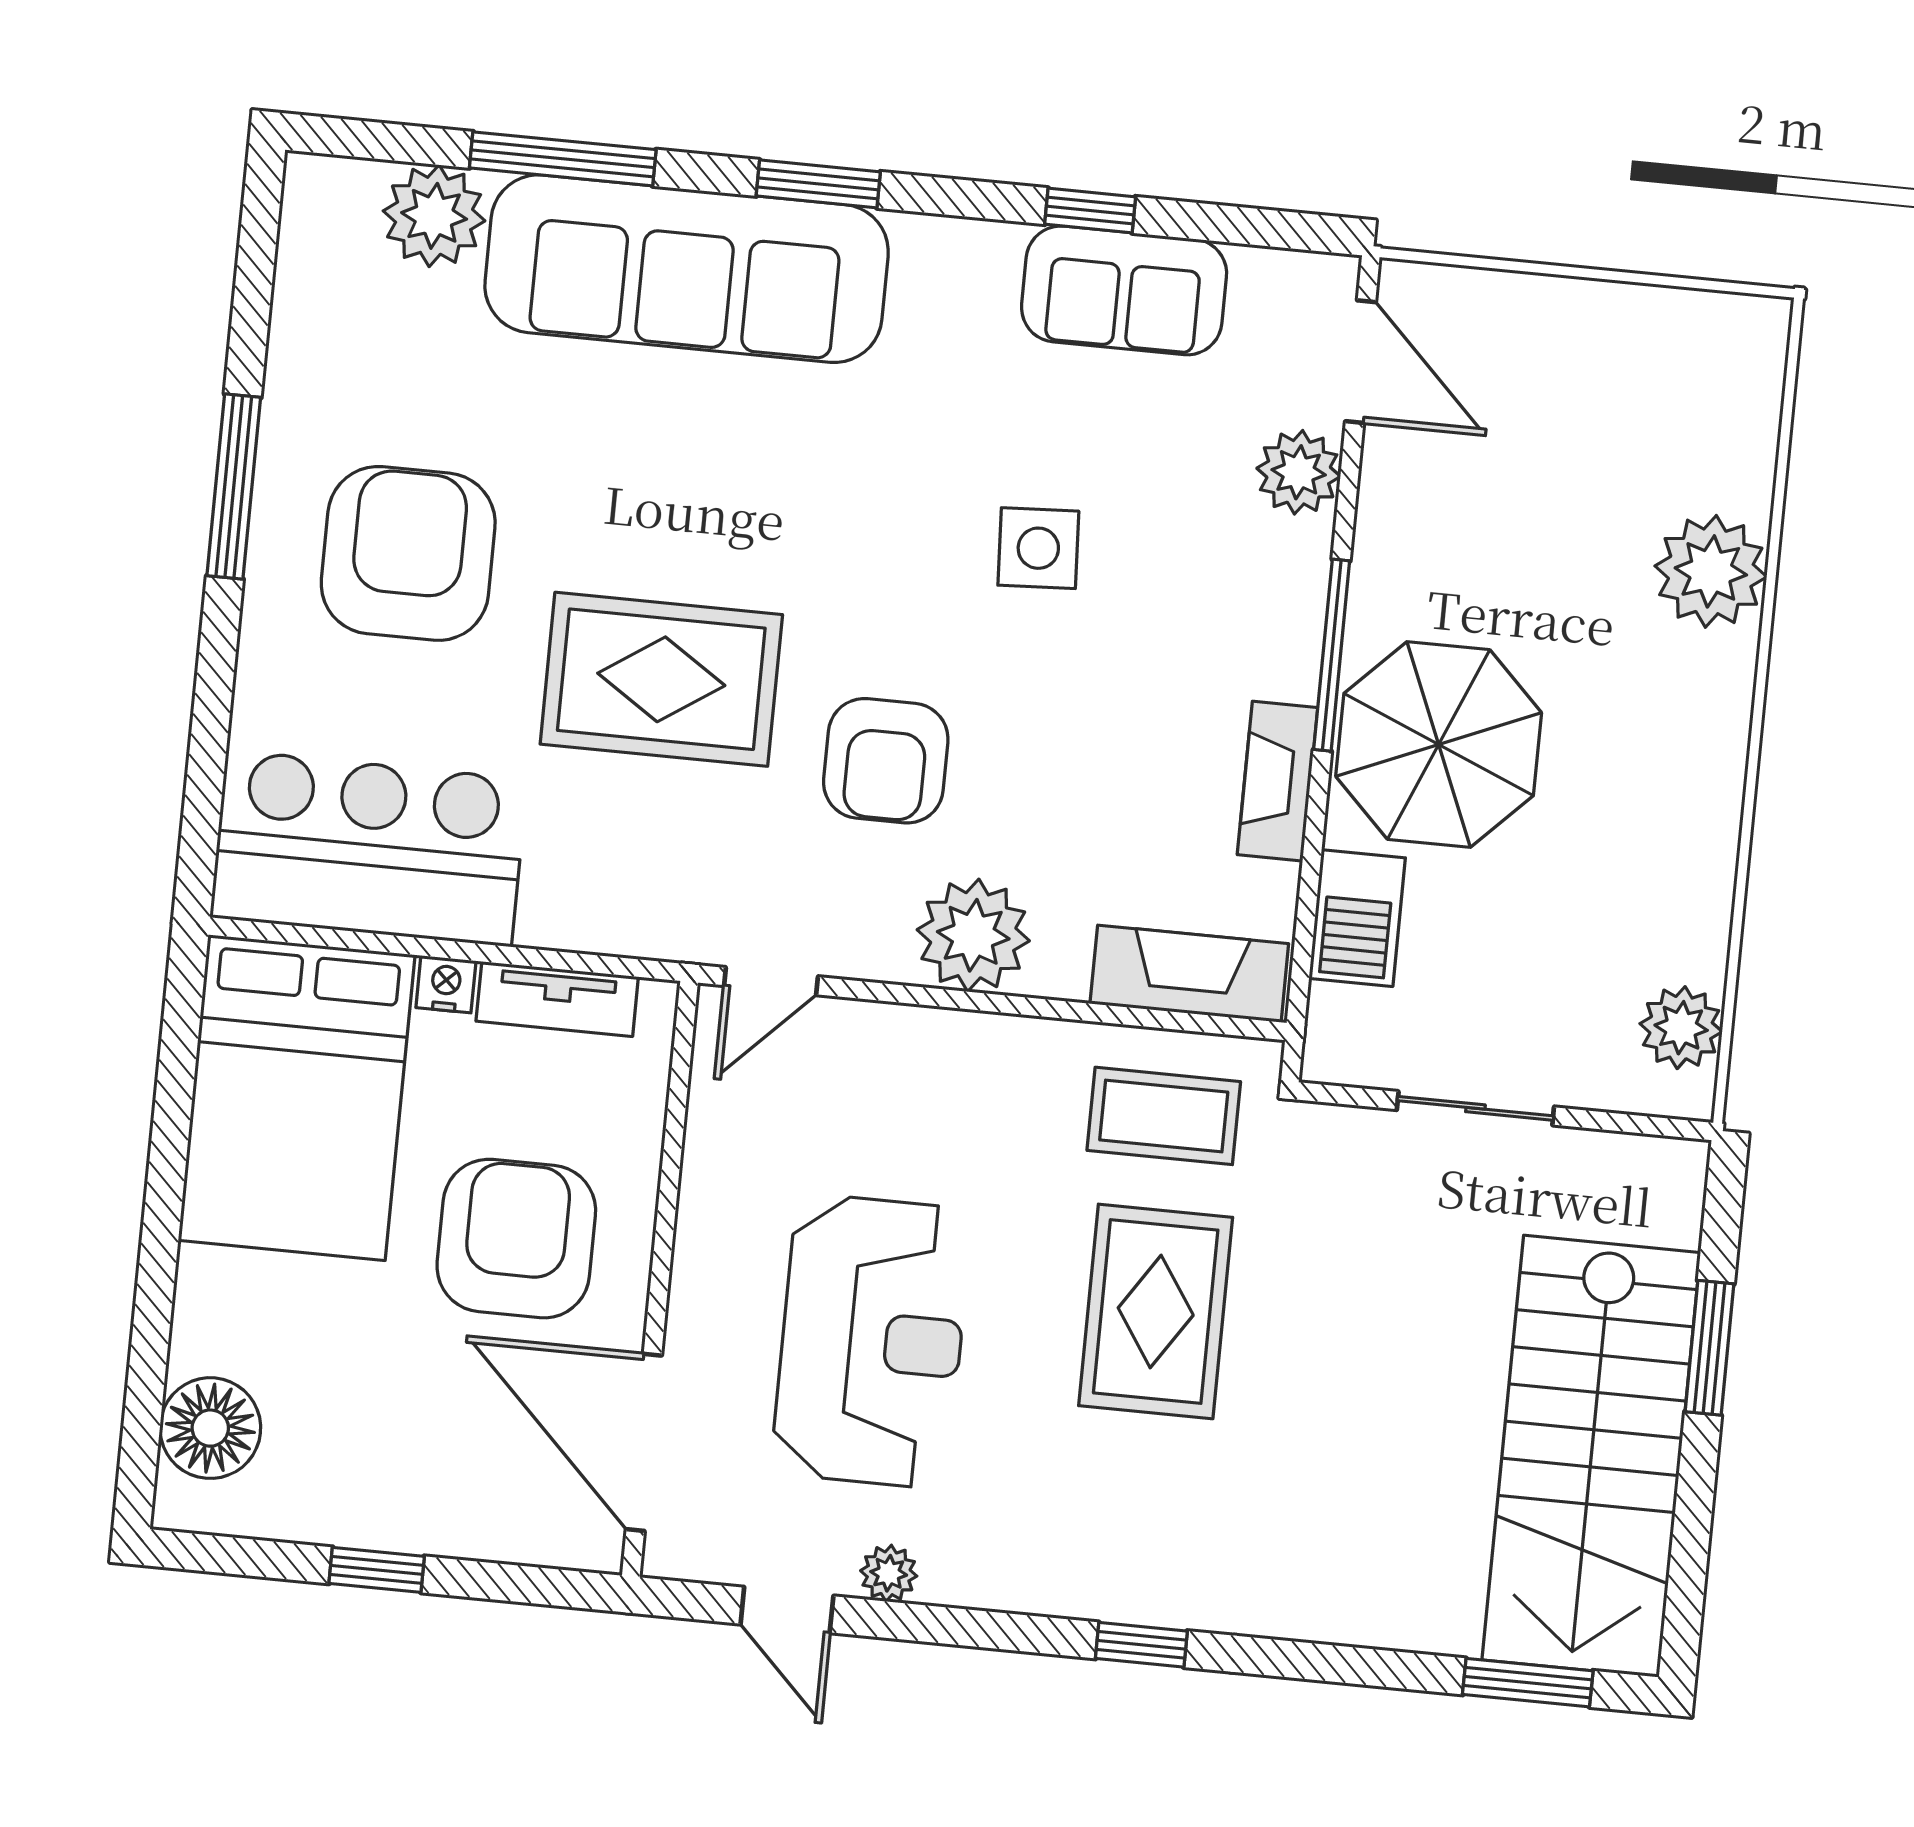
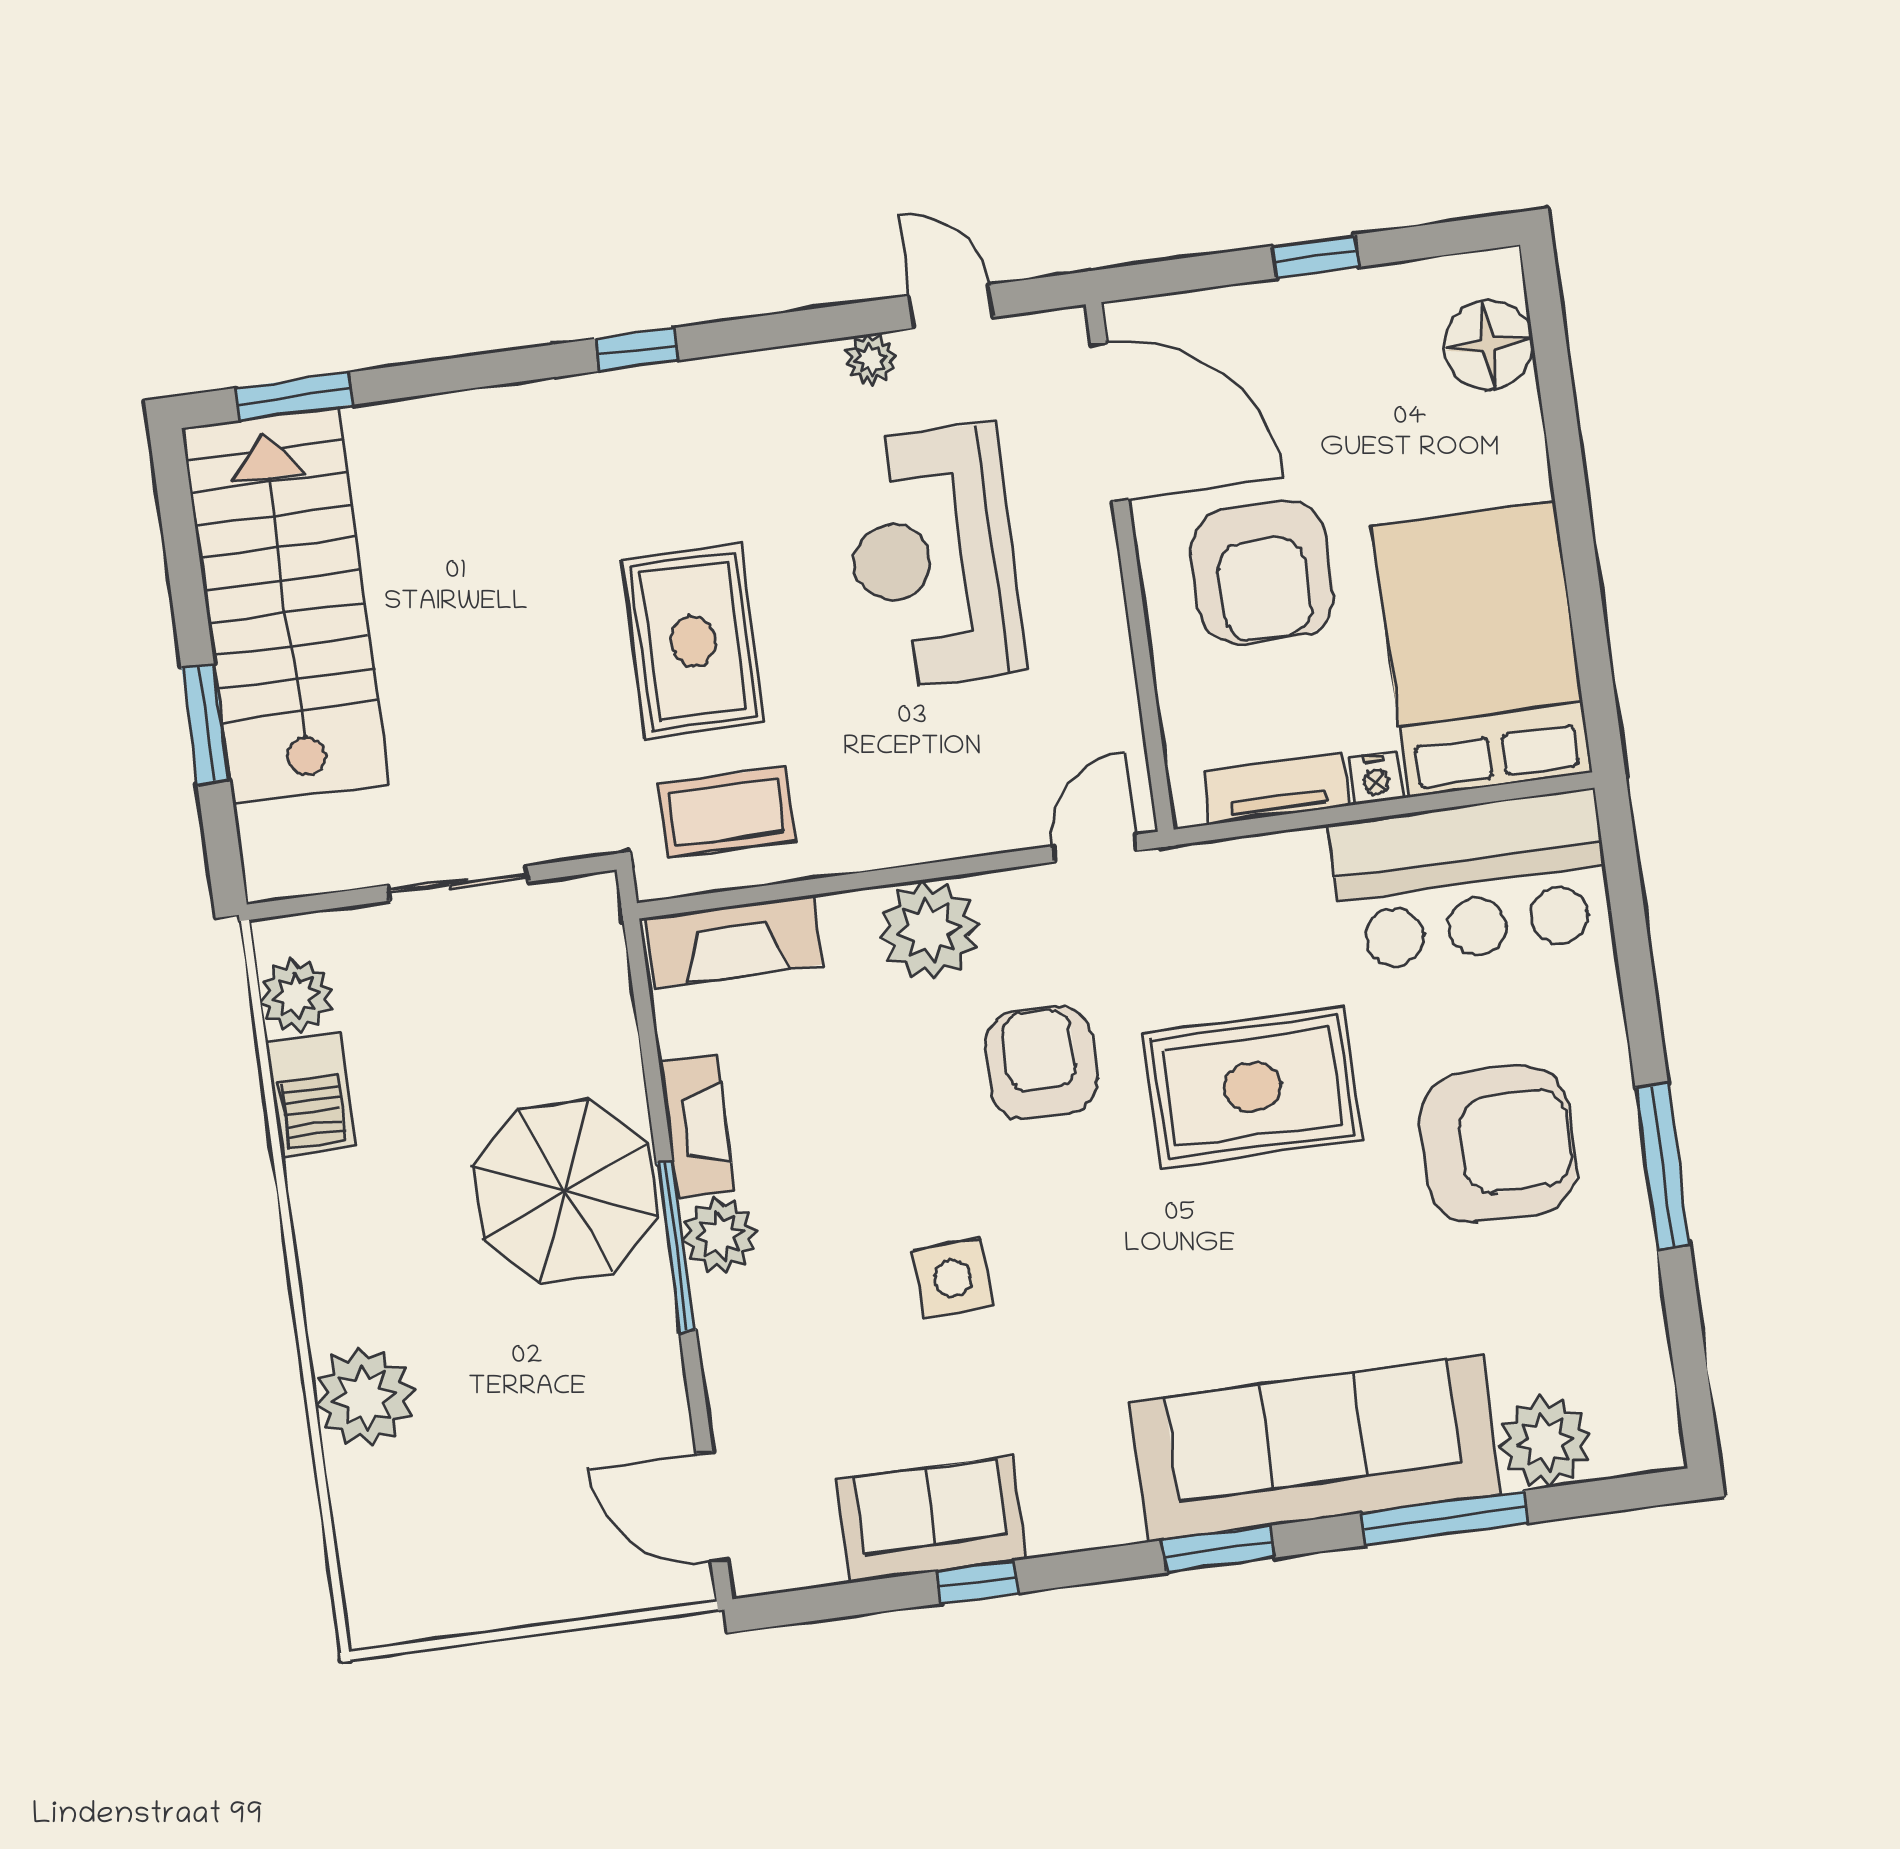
plant: (1299, 472) -> (720, 1235), moved
armchair: (408, 553) -> (1498, 1144), turned -90
barbecue: (1357, 918) -> (311, 1095), moved, turned 180

